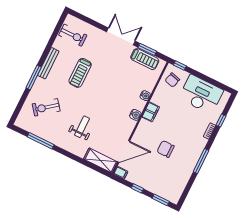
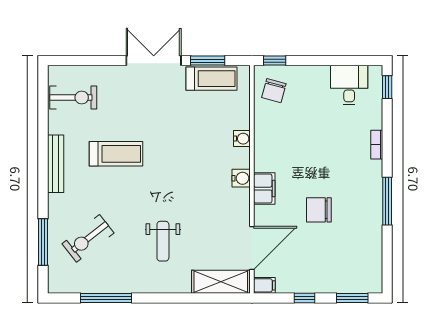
treadmill: (80, 73) -> (116, 154), turned -90
window: (34, 77) -> (43, 242), moved
desk: (201, 94) -> (349, 85), width x0.53, depth x0.77
filing cabinet: (151, 112) -> (264, 189), moved
window: (221, 120) -> (387, 87), moved
weight bench: (82, 127) -> (163, 241), turned 180

